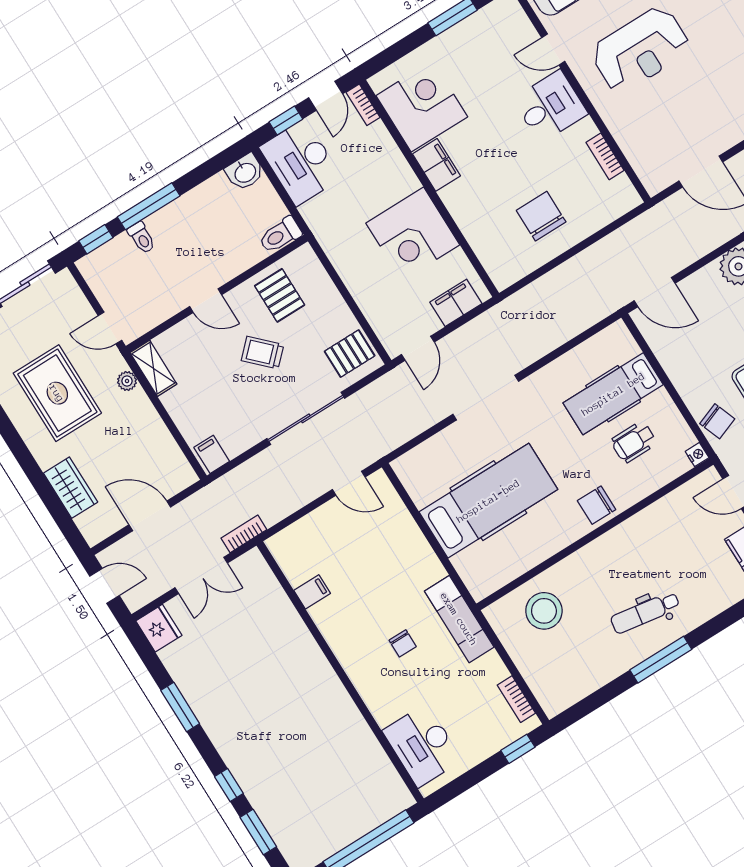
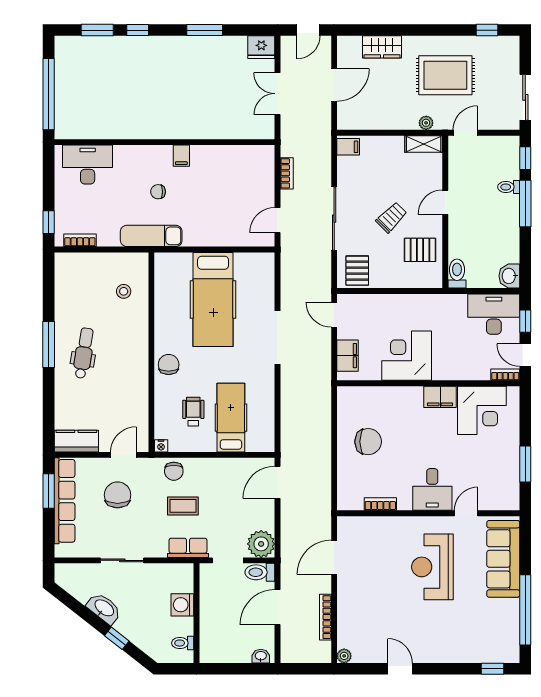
chair: (717, 421) -> (174, 471), turned -69
bookcase: (244, 534) -> (287, 173), moved
filing cabinet: (312, 592) -> (181, 156), moved
stool: (544, 611) -> (124, 291), width x0.53, depth x0.53

